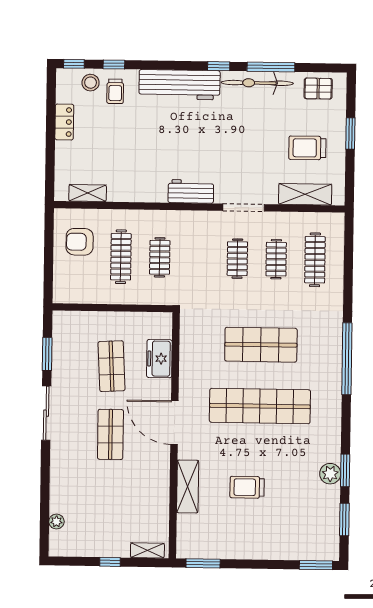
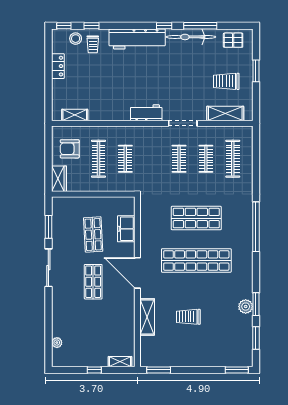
wardrobe: (63, 285) -> (59, 179), added

